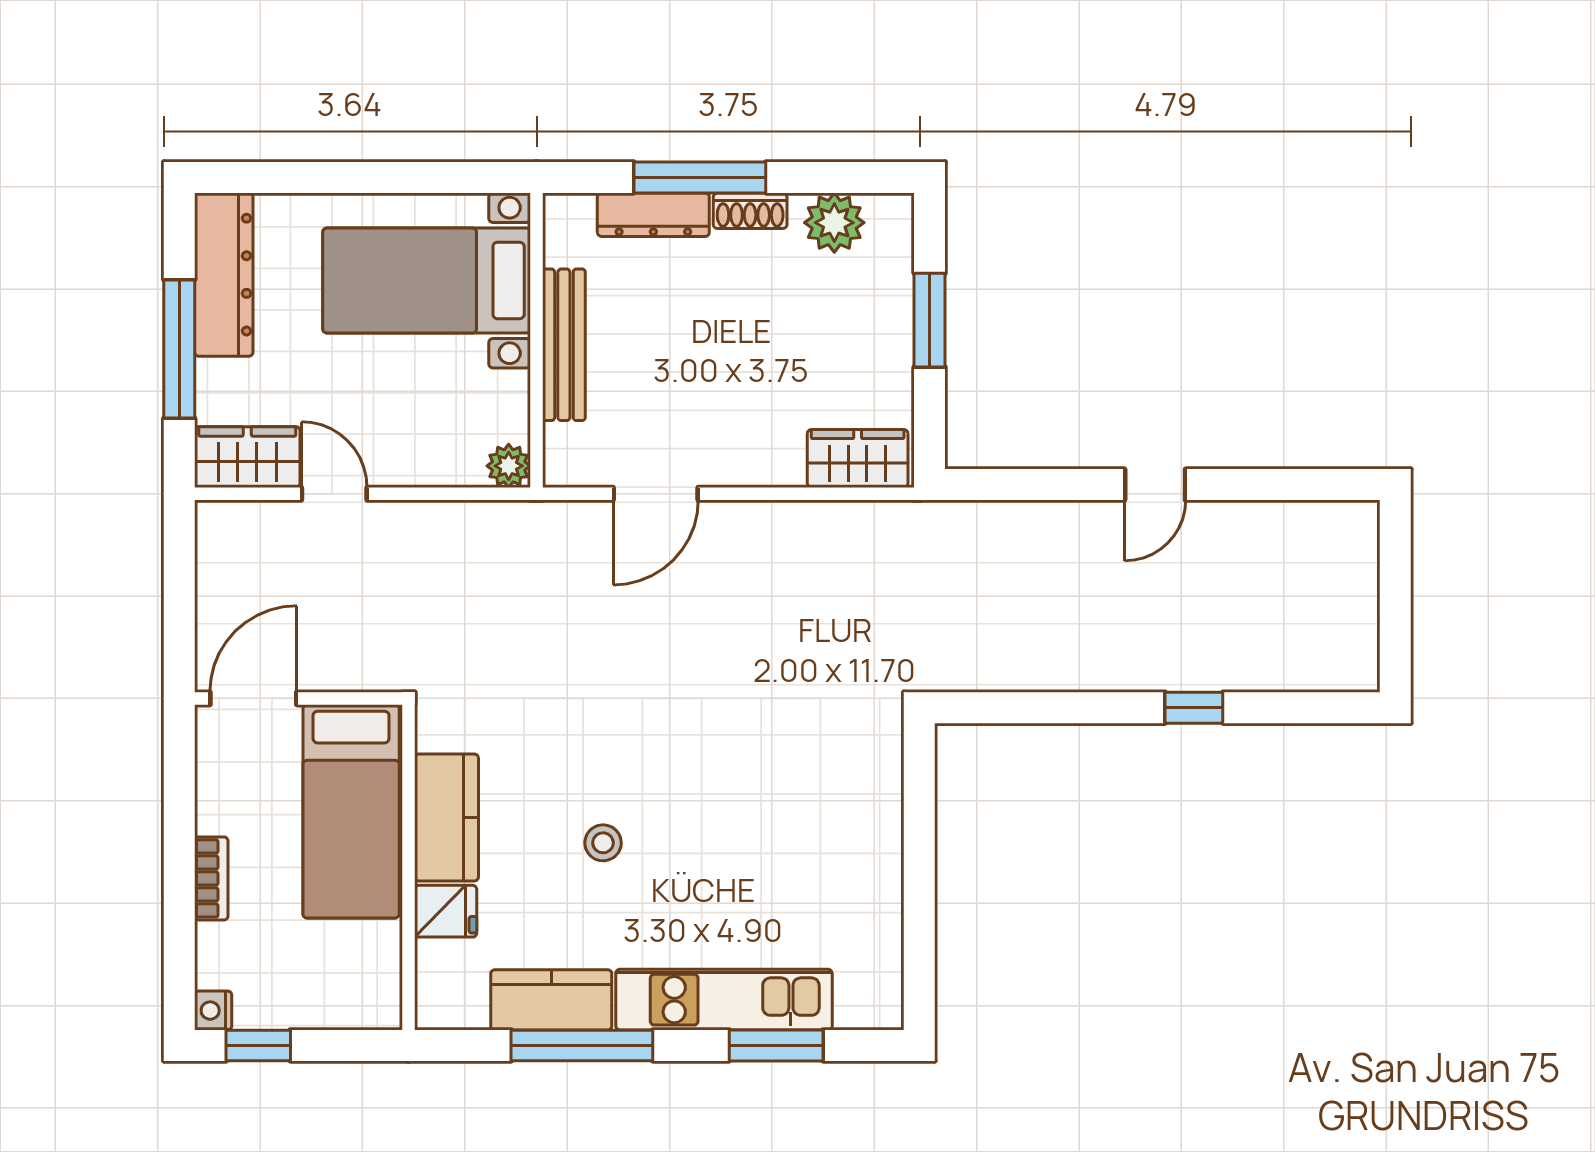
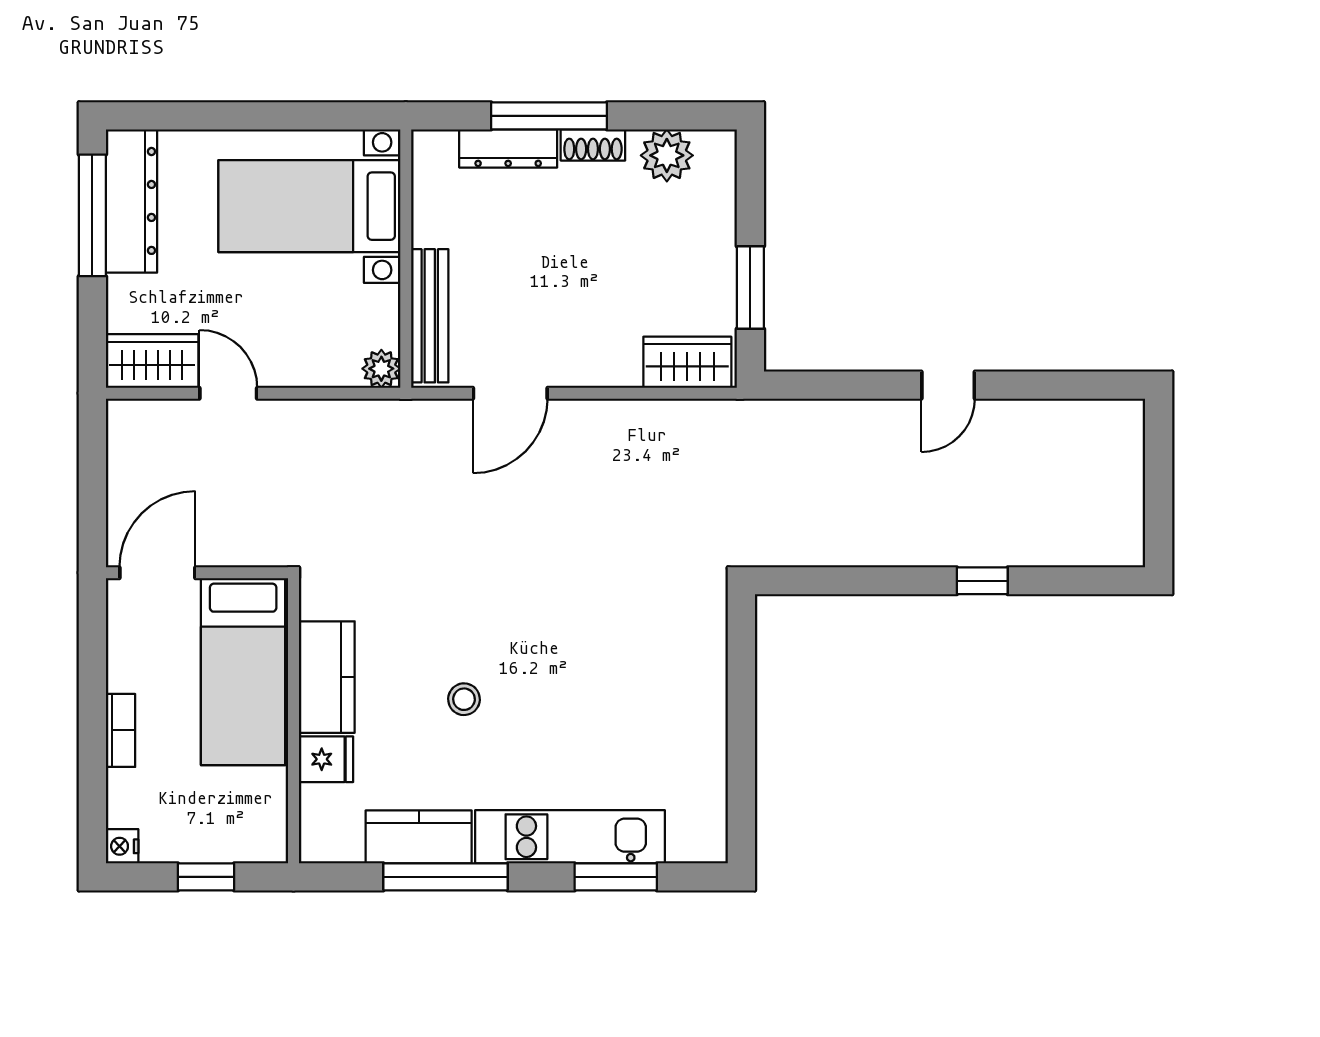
window: (930, 320) -> (750, 288), moved
bench: (564, 345) -> (430, 316), moved
window: (179, 349) -> (92, 215), moved
window: (258, 1045) -> (206, 877), moved

